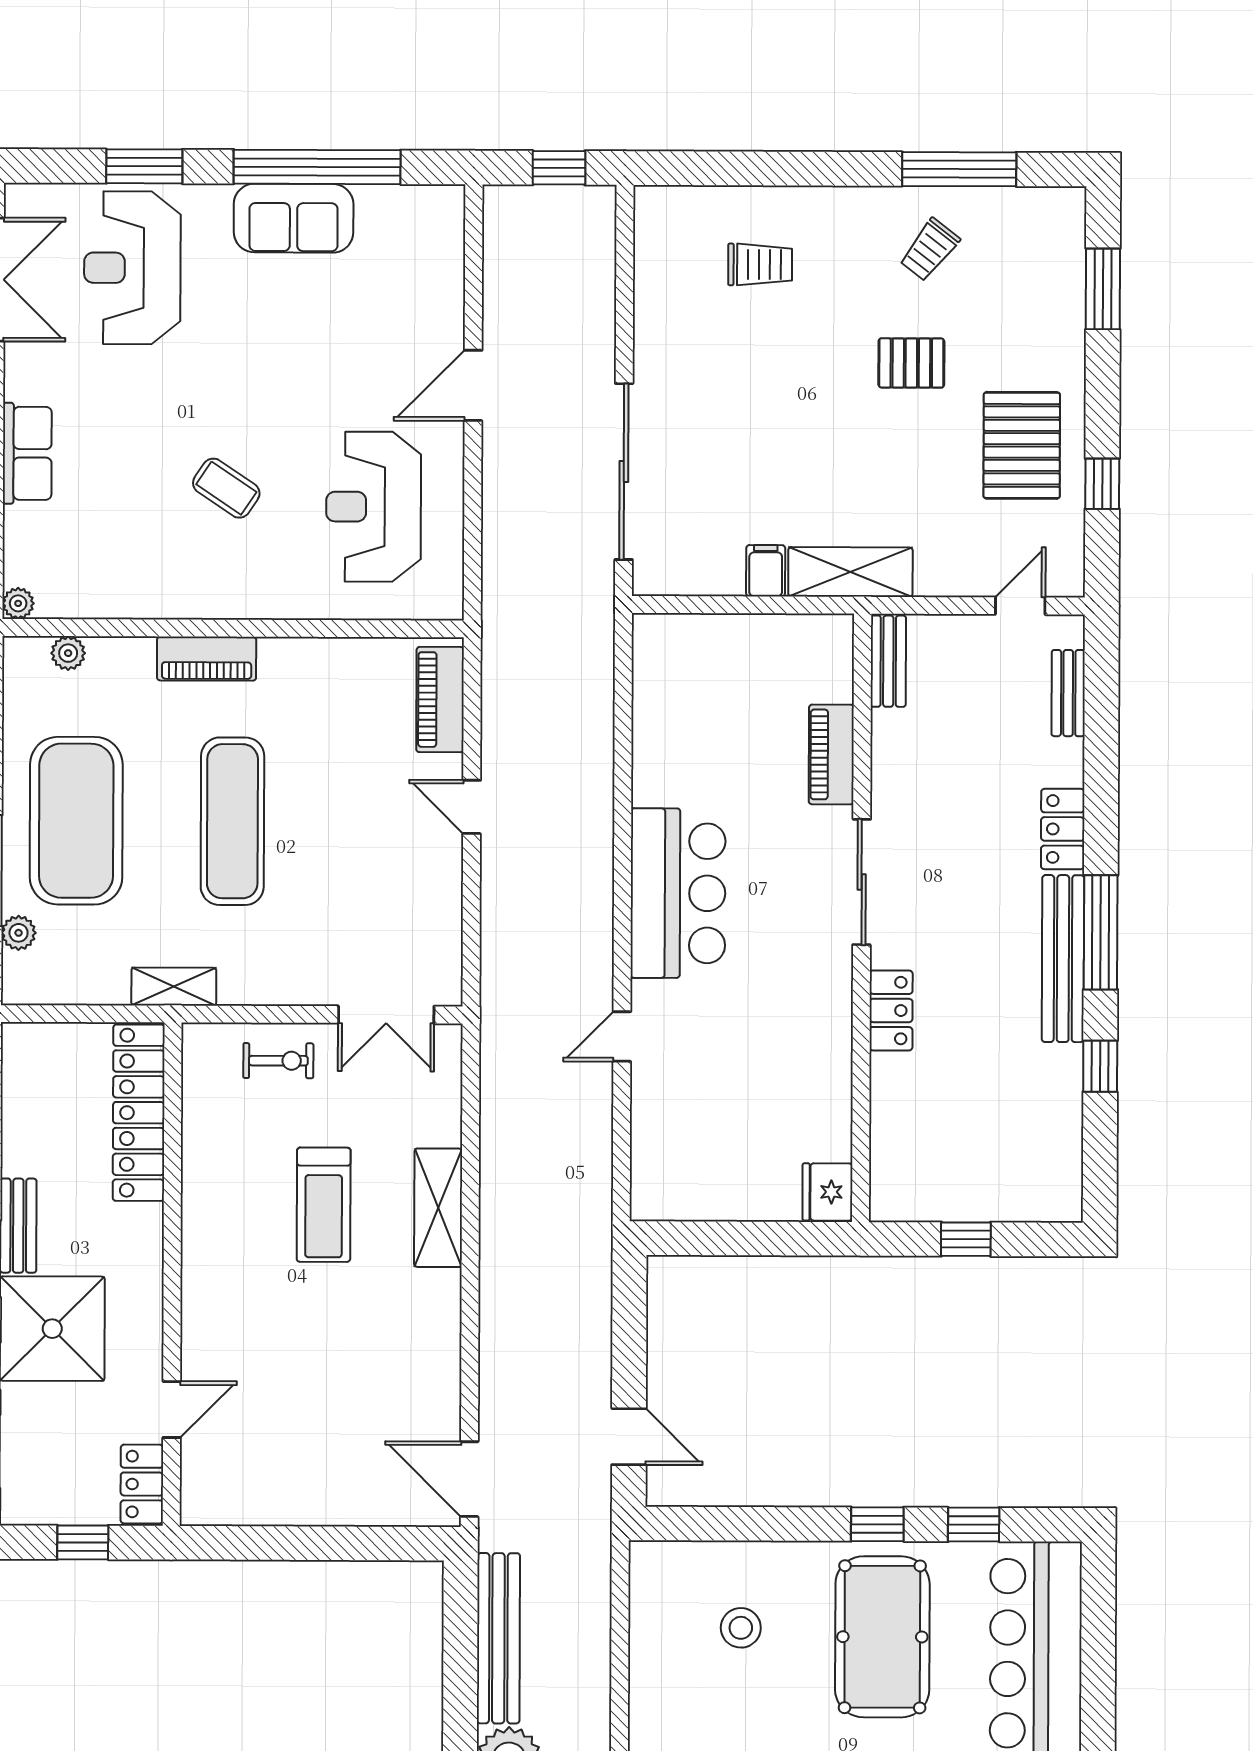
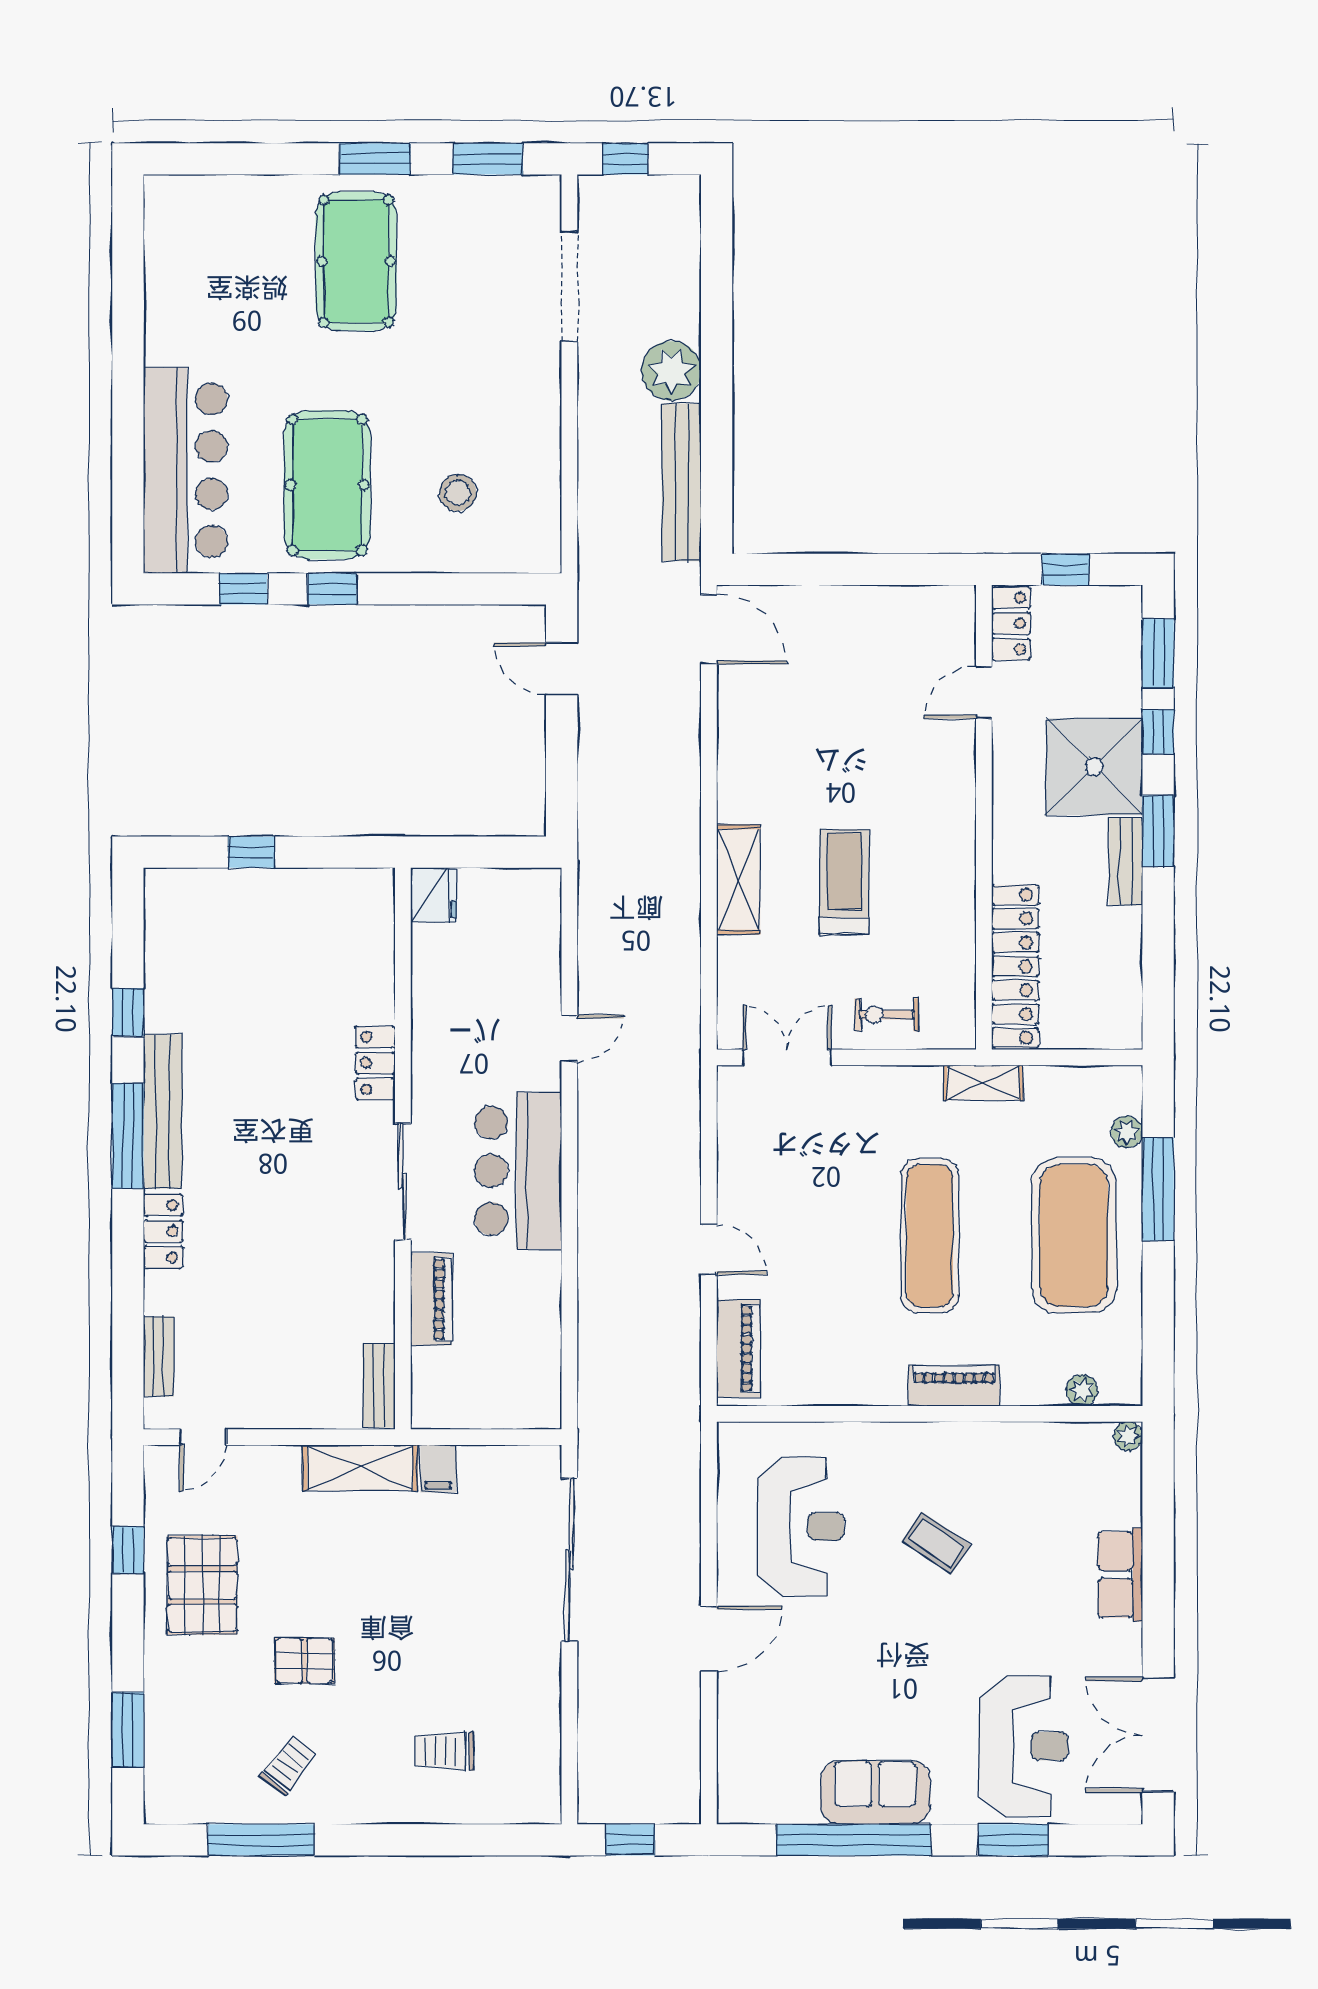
bench: (888, 661) -> (379, 1385), moved
piano: (831, 754) -> (431, 1299), moved
sliding door: (862, 882) -> (403, 1182), moved
wall: (862, 918) -> (403, 1148), moved
locker: (891, 1010) -> (375, 1063), moved
fridge: (827, 1192) -> (434, 895), moved

